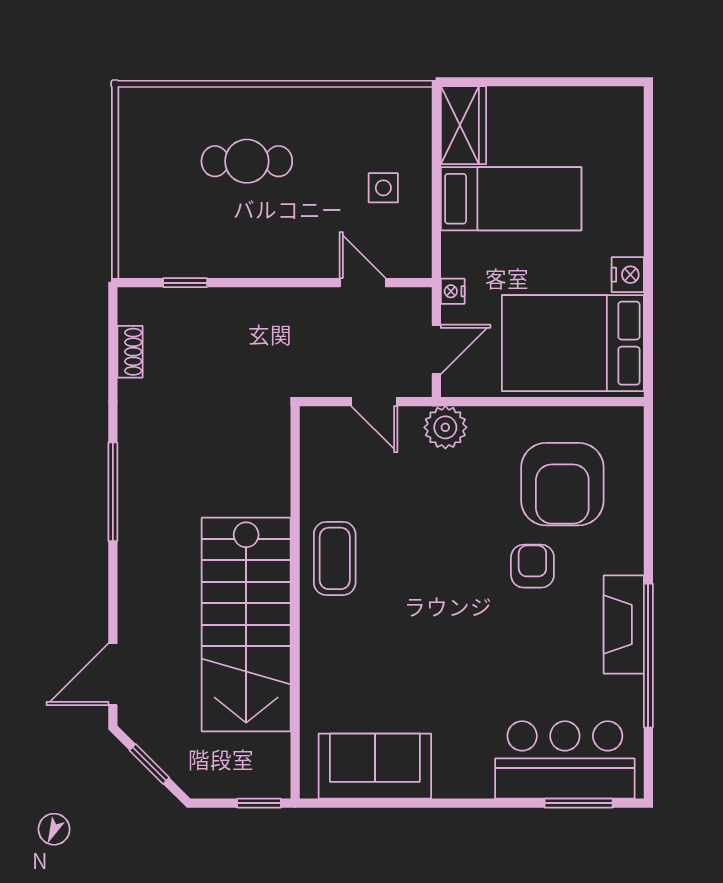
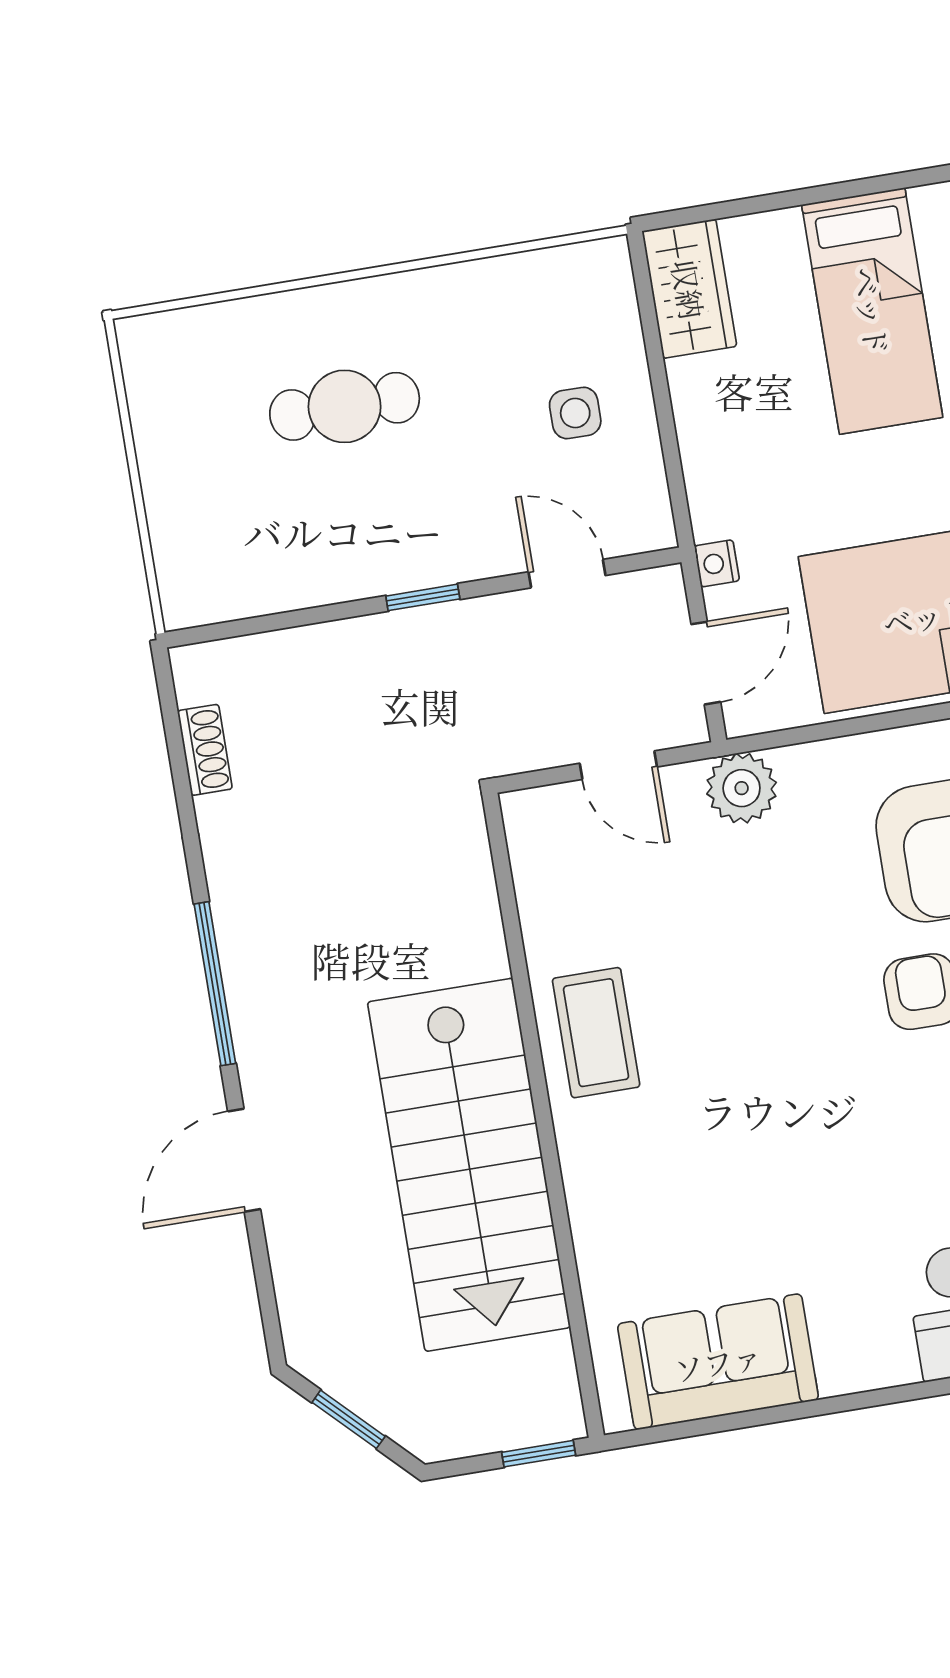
bed: (511, 199) -> (872, 311), moved, turned 90
window: (185, 283) -> (423, 597), moved
door: (113, 674) -> (244, 1160), moved

